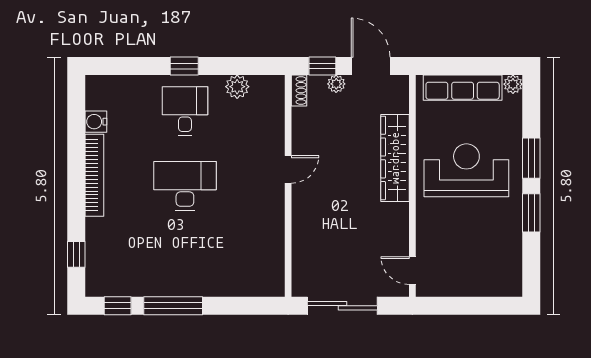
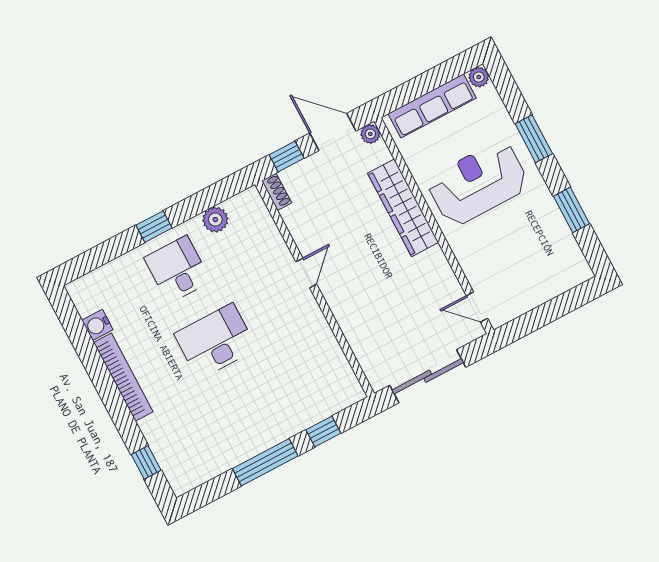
plant: (336, 84) -> (370, 134), moved
window: (531, 213) -> (572, 210), moved
window: (118, 306) -> (323, 431), moved

